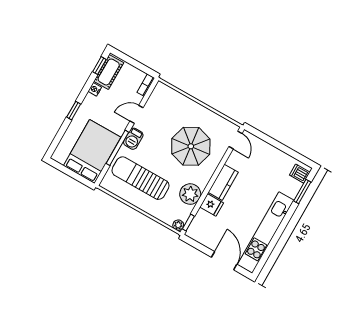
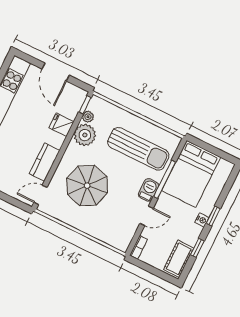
window: (99, 66) -> (197, 248), moved
nightstand: (95, 89) -> (202, 220), moved
door: (235, 140) -> (40, 195), hinge flipped
kitchen counter: (223, 182) -> (45, 162), moved
plant: (178, 225) -> (88, 117), moved
door: (224, 261) -> (56, 72), moved

